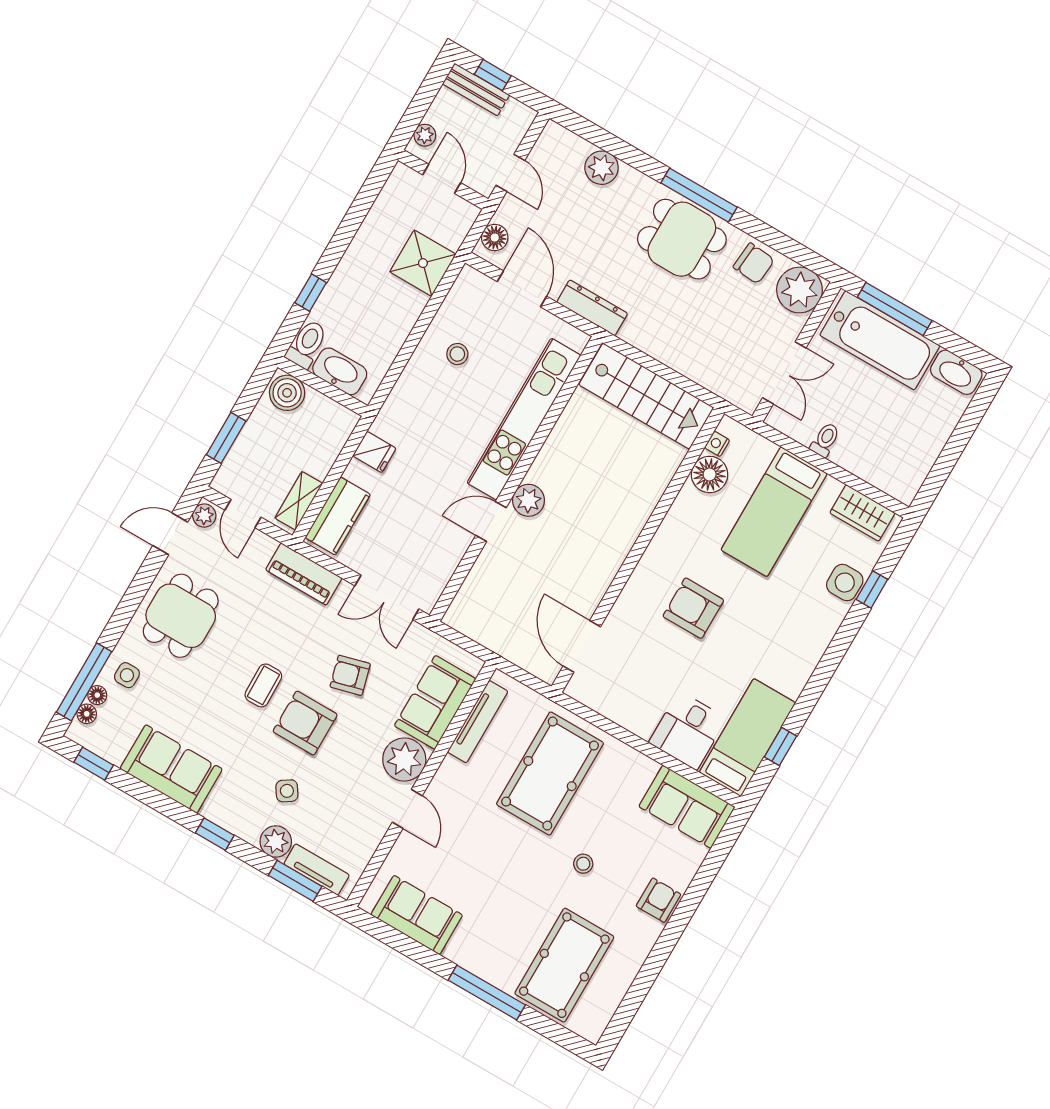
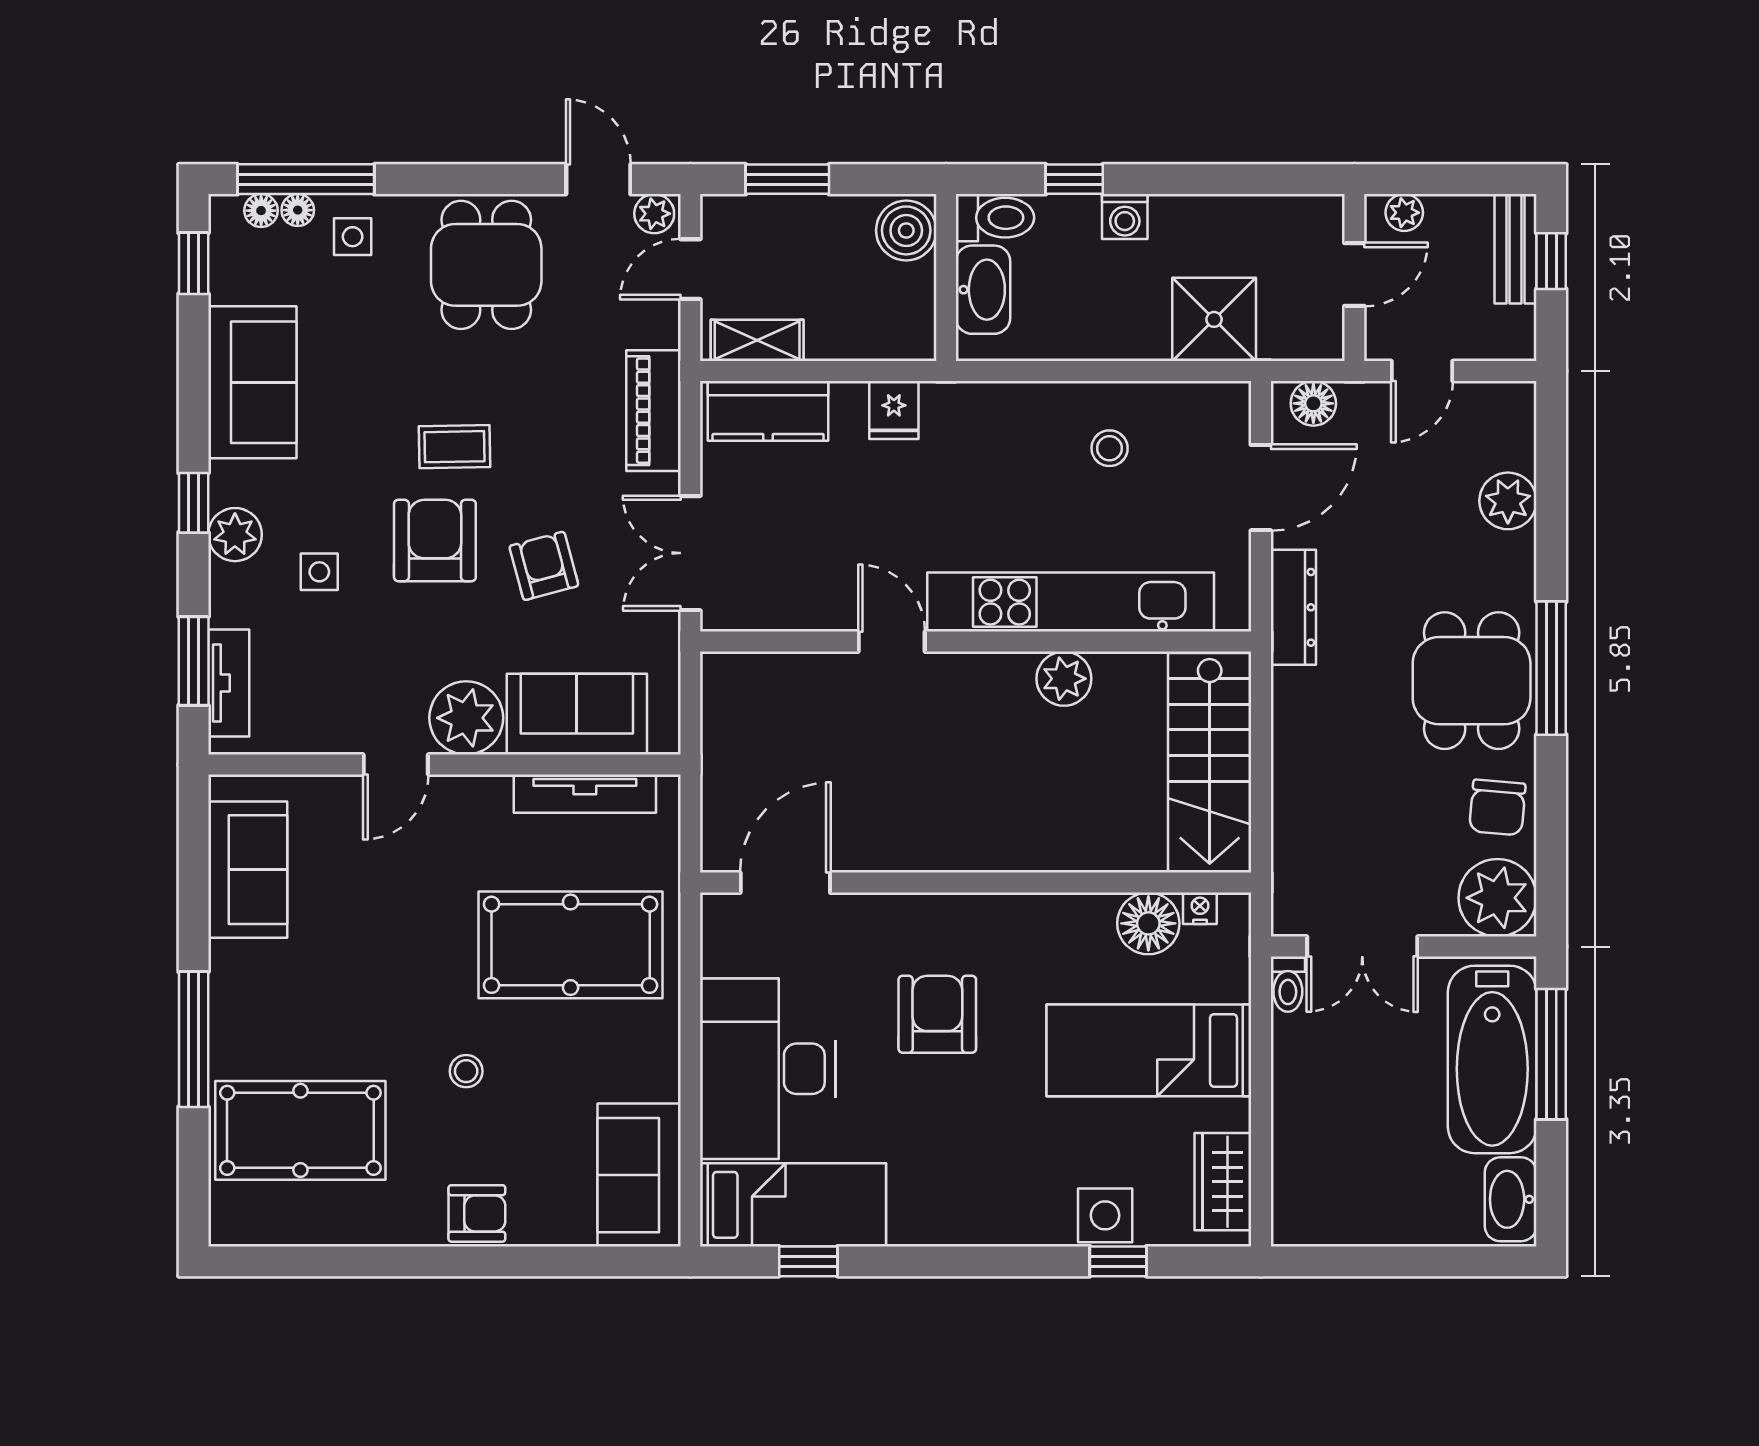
washing machine: (344, 278) -> (1125, 217), added
toilet: (825, 440) -> (1288, 984), moved, turned 90
plant: (529, 500) -> (1064, 679), moved
dining table: (181, 616) -> (486, 265), turned 90
desk: (688, 730) -> (768, 1069), width x1.87, depth x1.30
side table: (287, 791) -> (319, 572), turned 34
plant: (276, 842) -> (235, 535), moved

